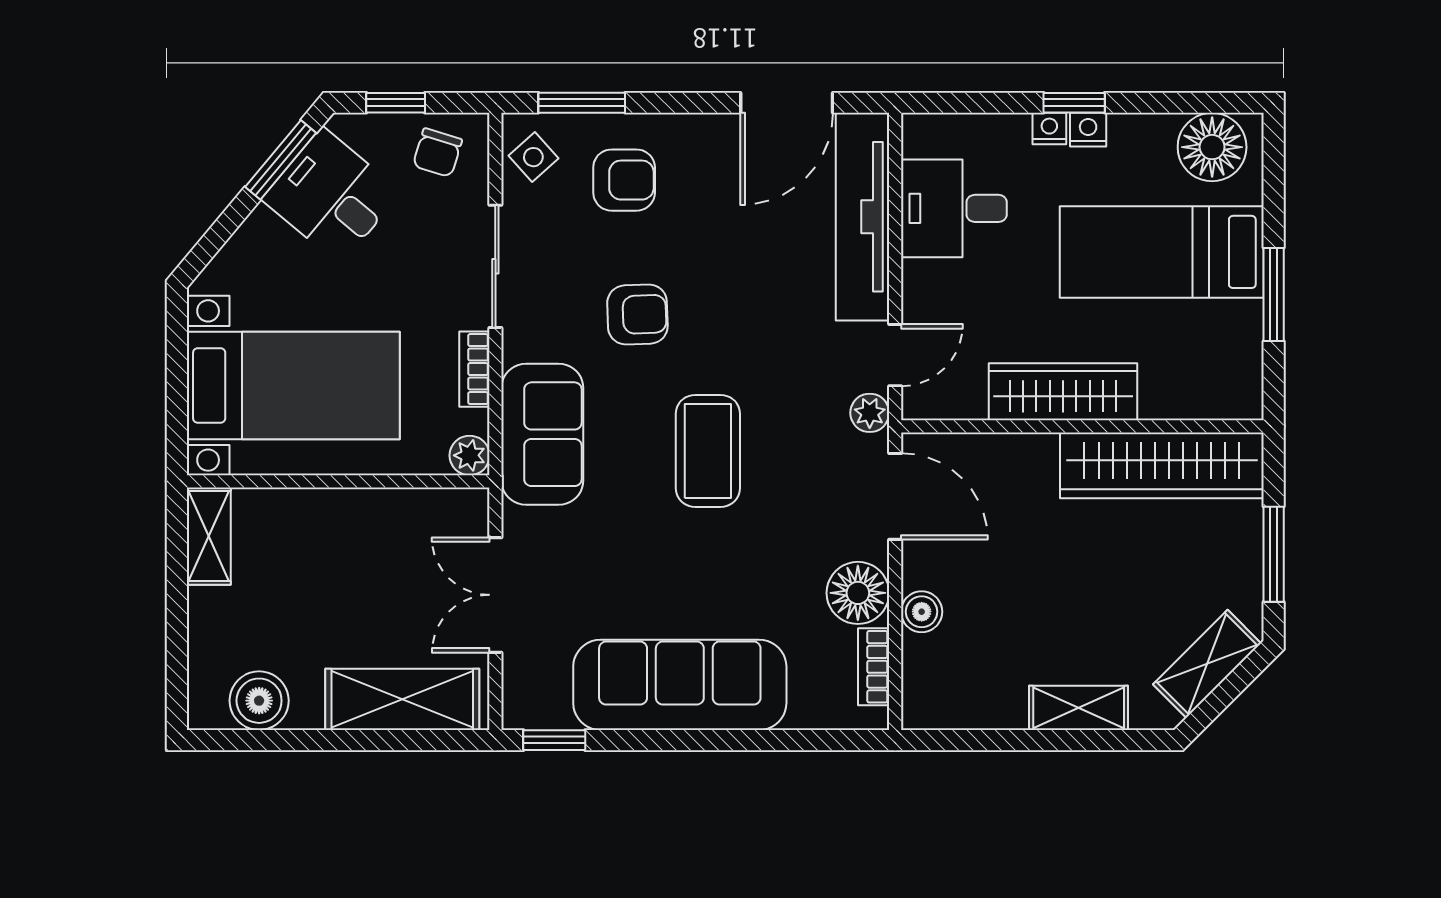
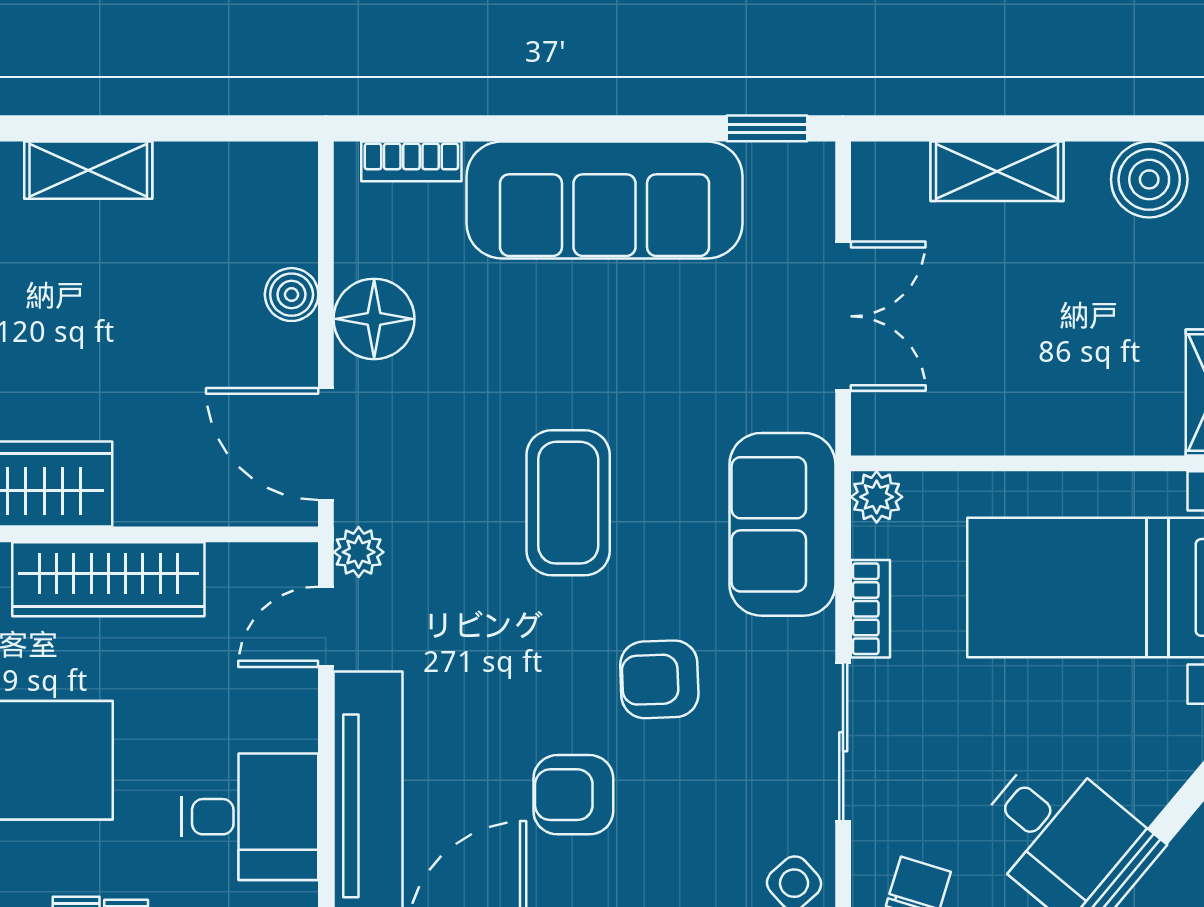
armchair: (624, 180) -> (573, 795), moved
bookcase: (874, 667) -> (411, 161), moved, turned 90
shelving: (402, 699) -> (997, 171), width x0.67, depth x0.75

